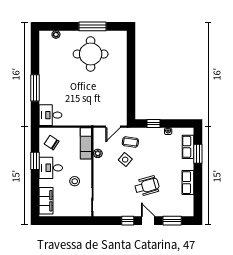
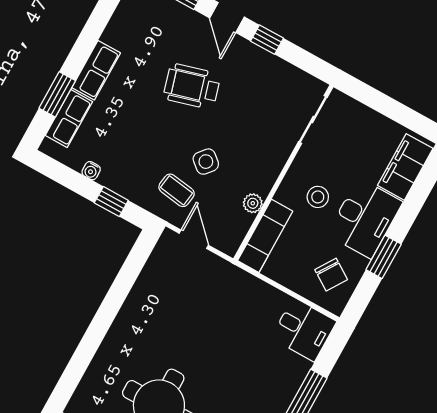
door: (113, 127) -> (194, 239), hinge flipped
desk: (51, 168) -> (365, 218), width x1.37
stool: (75, 181) -> (318, 197), moved
row of seats: (188, 183) -> (96, 70), moved

